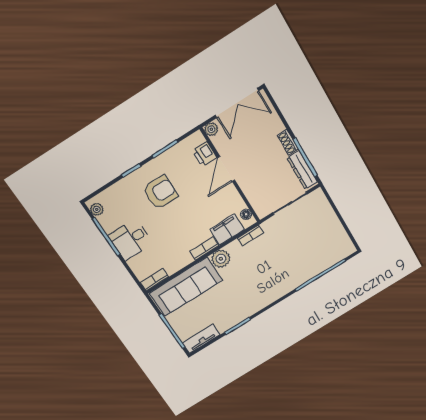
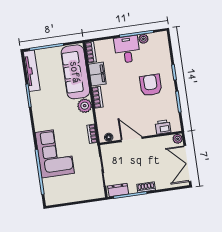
door: (226, 169) -> (132, 139), moved
dresser: (302, 170) -> (118, 190), width x0.70
armchair: (160, 192) -> (151, 85), turned 180
plant: (97, 209) -> (143, 39), moved
filing cabinet: (227, 229) -> (97, 74), moved
corner sofa: (291, 268) -> (55, 153), added
tv unit: (201, 339) -> (32, 71), width x1.41

